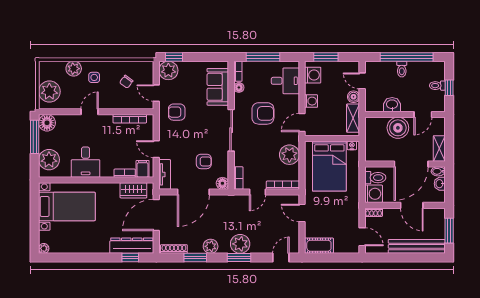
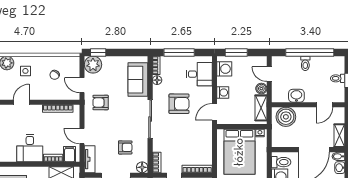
boiler: (398, 128) -> (286, 117), moved
plant: (289, 155) -> (203, 141), removed
desk: (86, 162) -> (30, 148), moved

